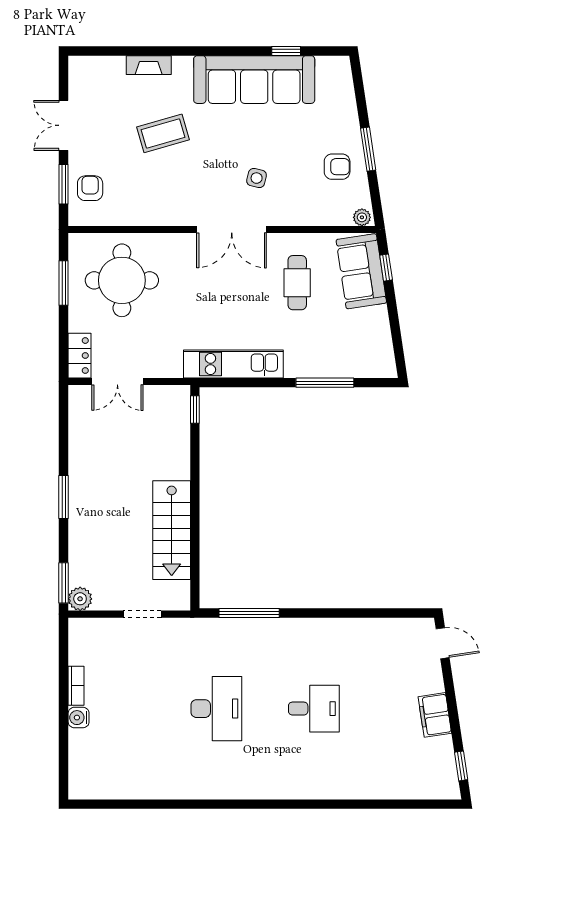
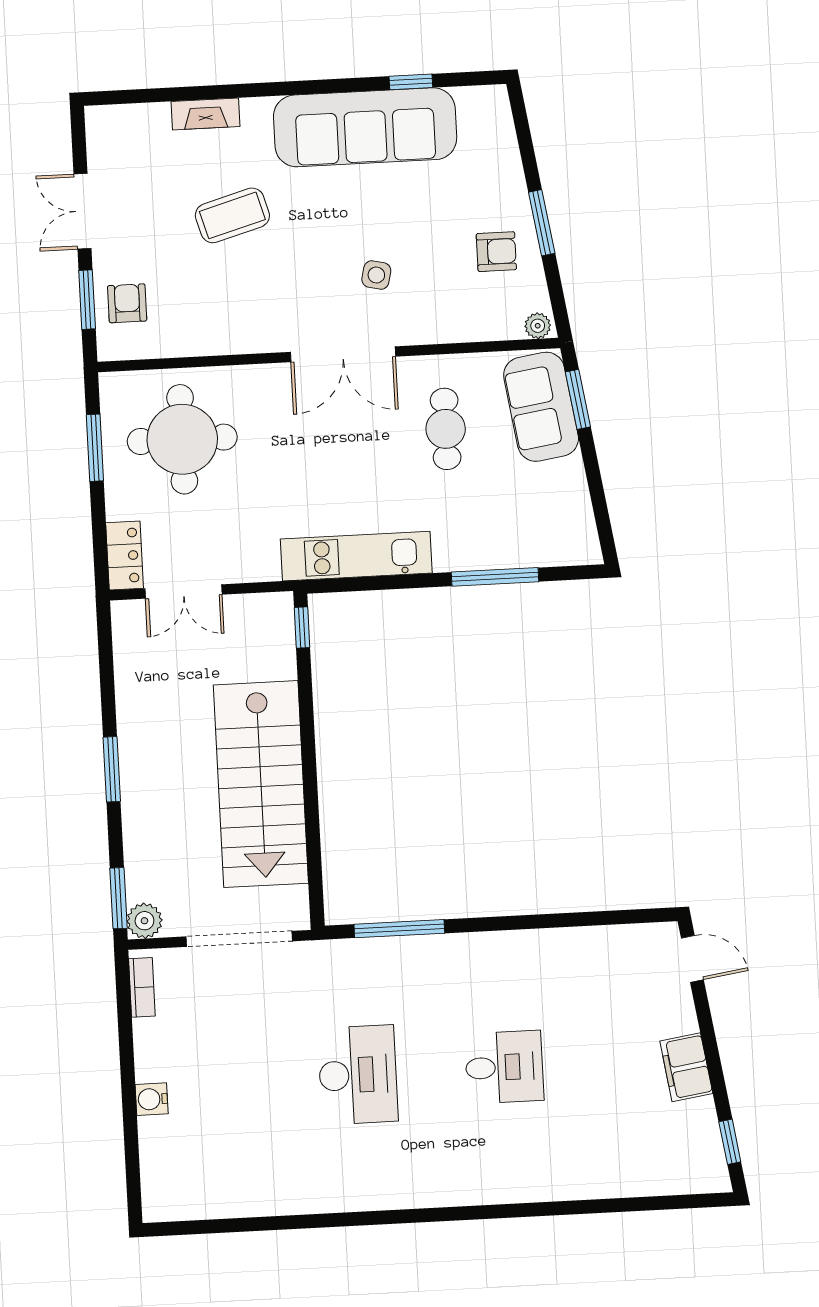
window: (386, 268) -> (578, 399), width x1.50
stairs: (172, 530) -> (261, 784), width x1.36, depth x1.51
doorway: (142, 614) -> (239, 939), width x1.87
bookcase: (76, 686) -> (142, 987), moved

